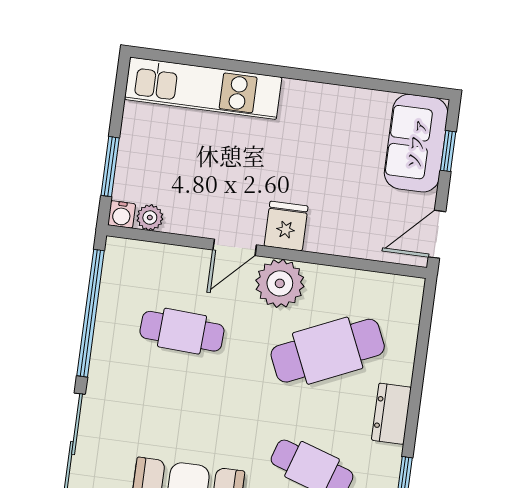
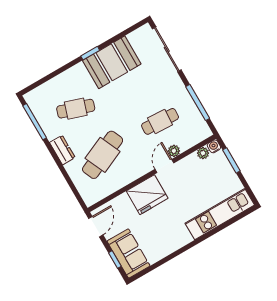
fridge: (286, 226) -> (147, 195), width x1.88, depth x1.34
plant: (280, 283) -> (174, 151), moved, width x0.53, depth x0.53
window: (91, 313) -> (198, 103), width x0.68

